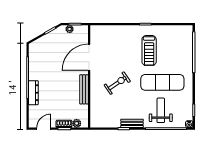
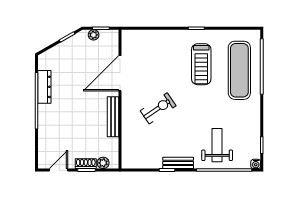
exercise mat: (162, 82) -> (239, 70), moved, turned 90
dresser: (33, 93) -> (44, 87), moved

